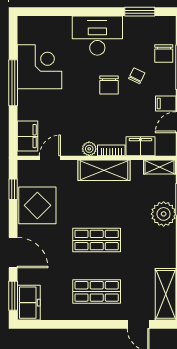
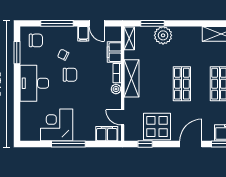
chair: (164, 53) -> (36, 40), moved

